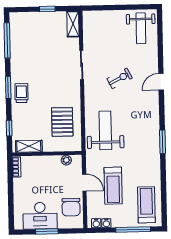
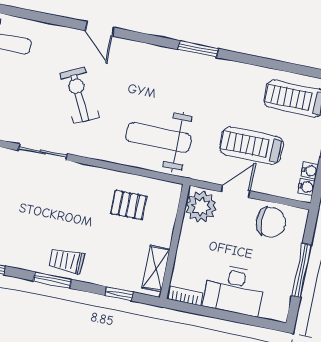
exercise bike: (120, 78) -> (79, 95), width x1.38, depth x1.39
pallet: (62, 122) -> (129, 205), width x0.67, depth x0.71
plant: (66, 160) -> (201, 207), width x1.87, depth x1.87
treadmill: (113, 186) -> (251, 145), turned 180
desk: (40, 216) -> (234, 290), moved, turned 90
window: (47, 231) -> (301, 270), width x1.44

